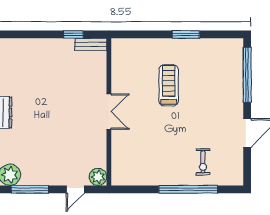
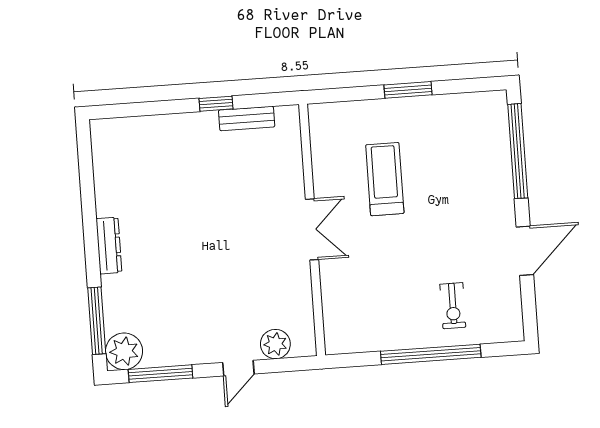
double door: (109, 112) -> (312, 229), moved
wall: (109, 112) -> (312, 230), moved

